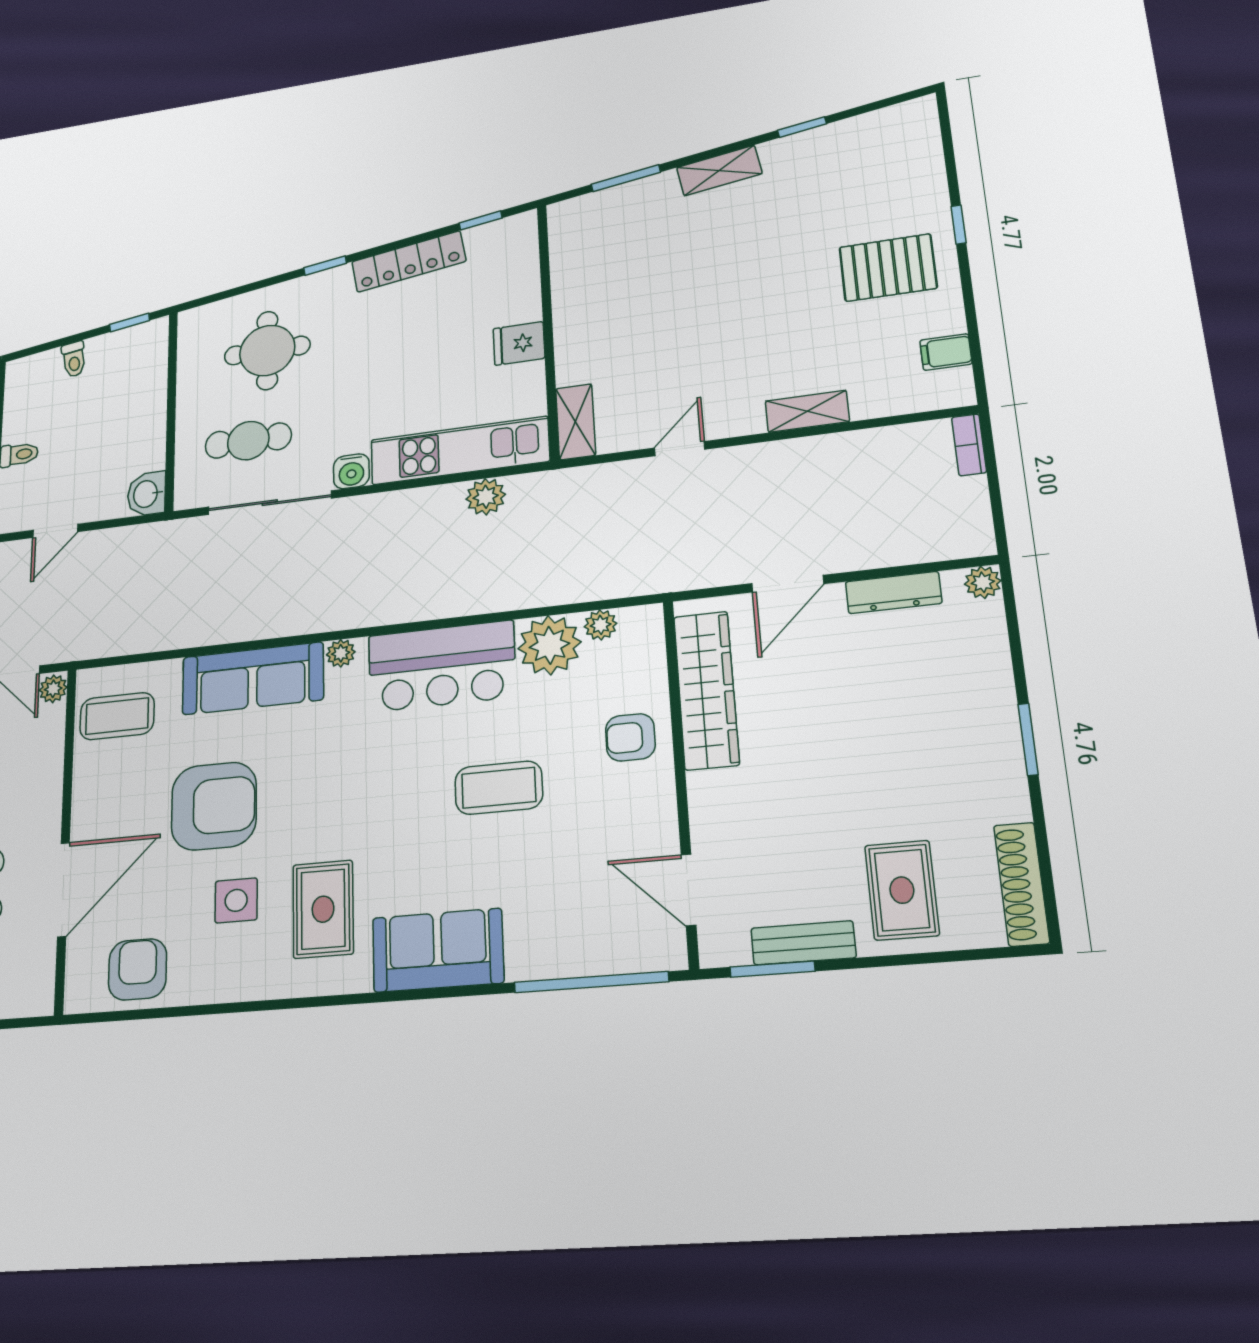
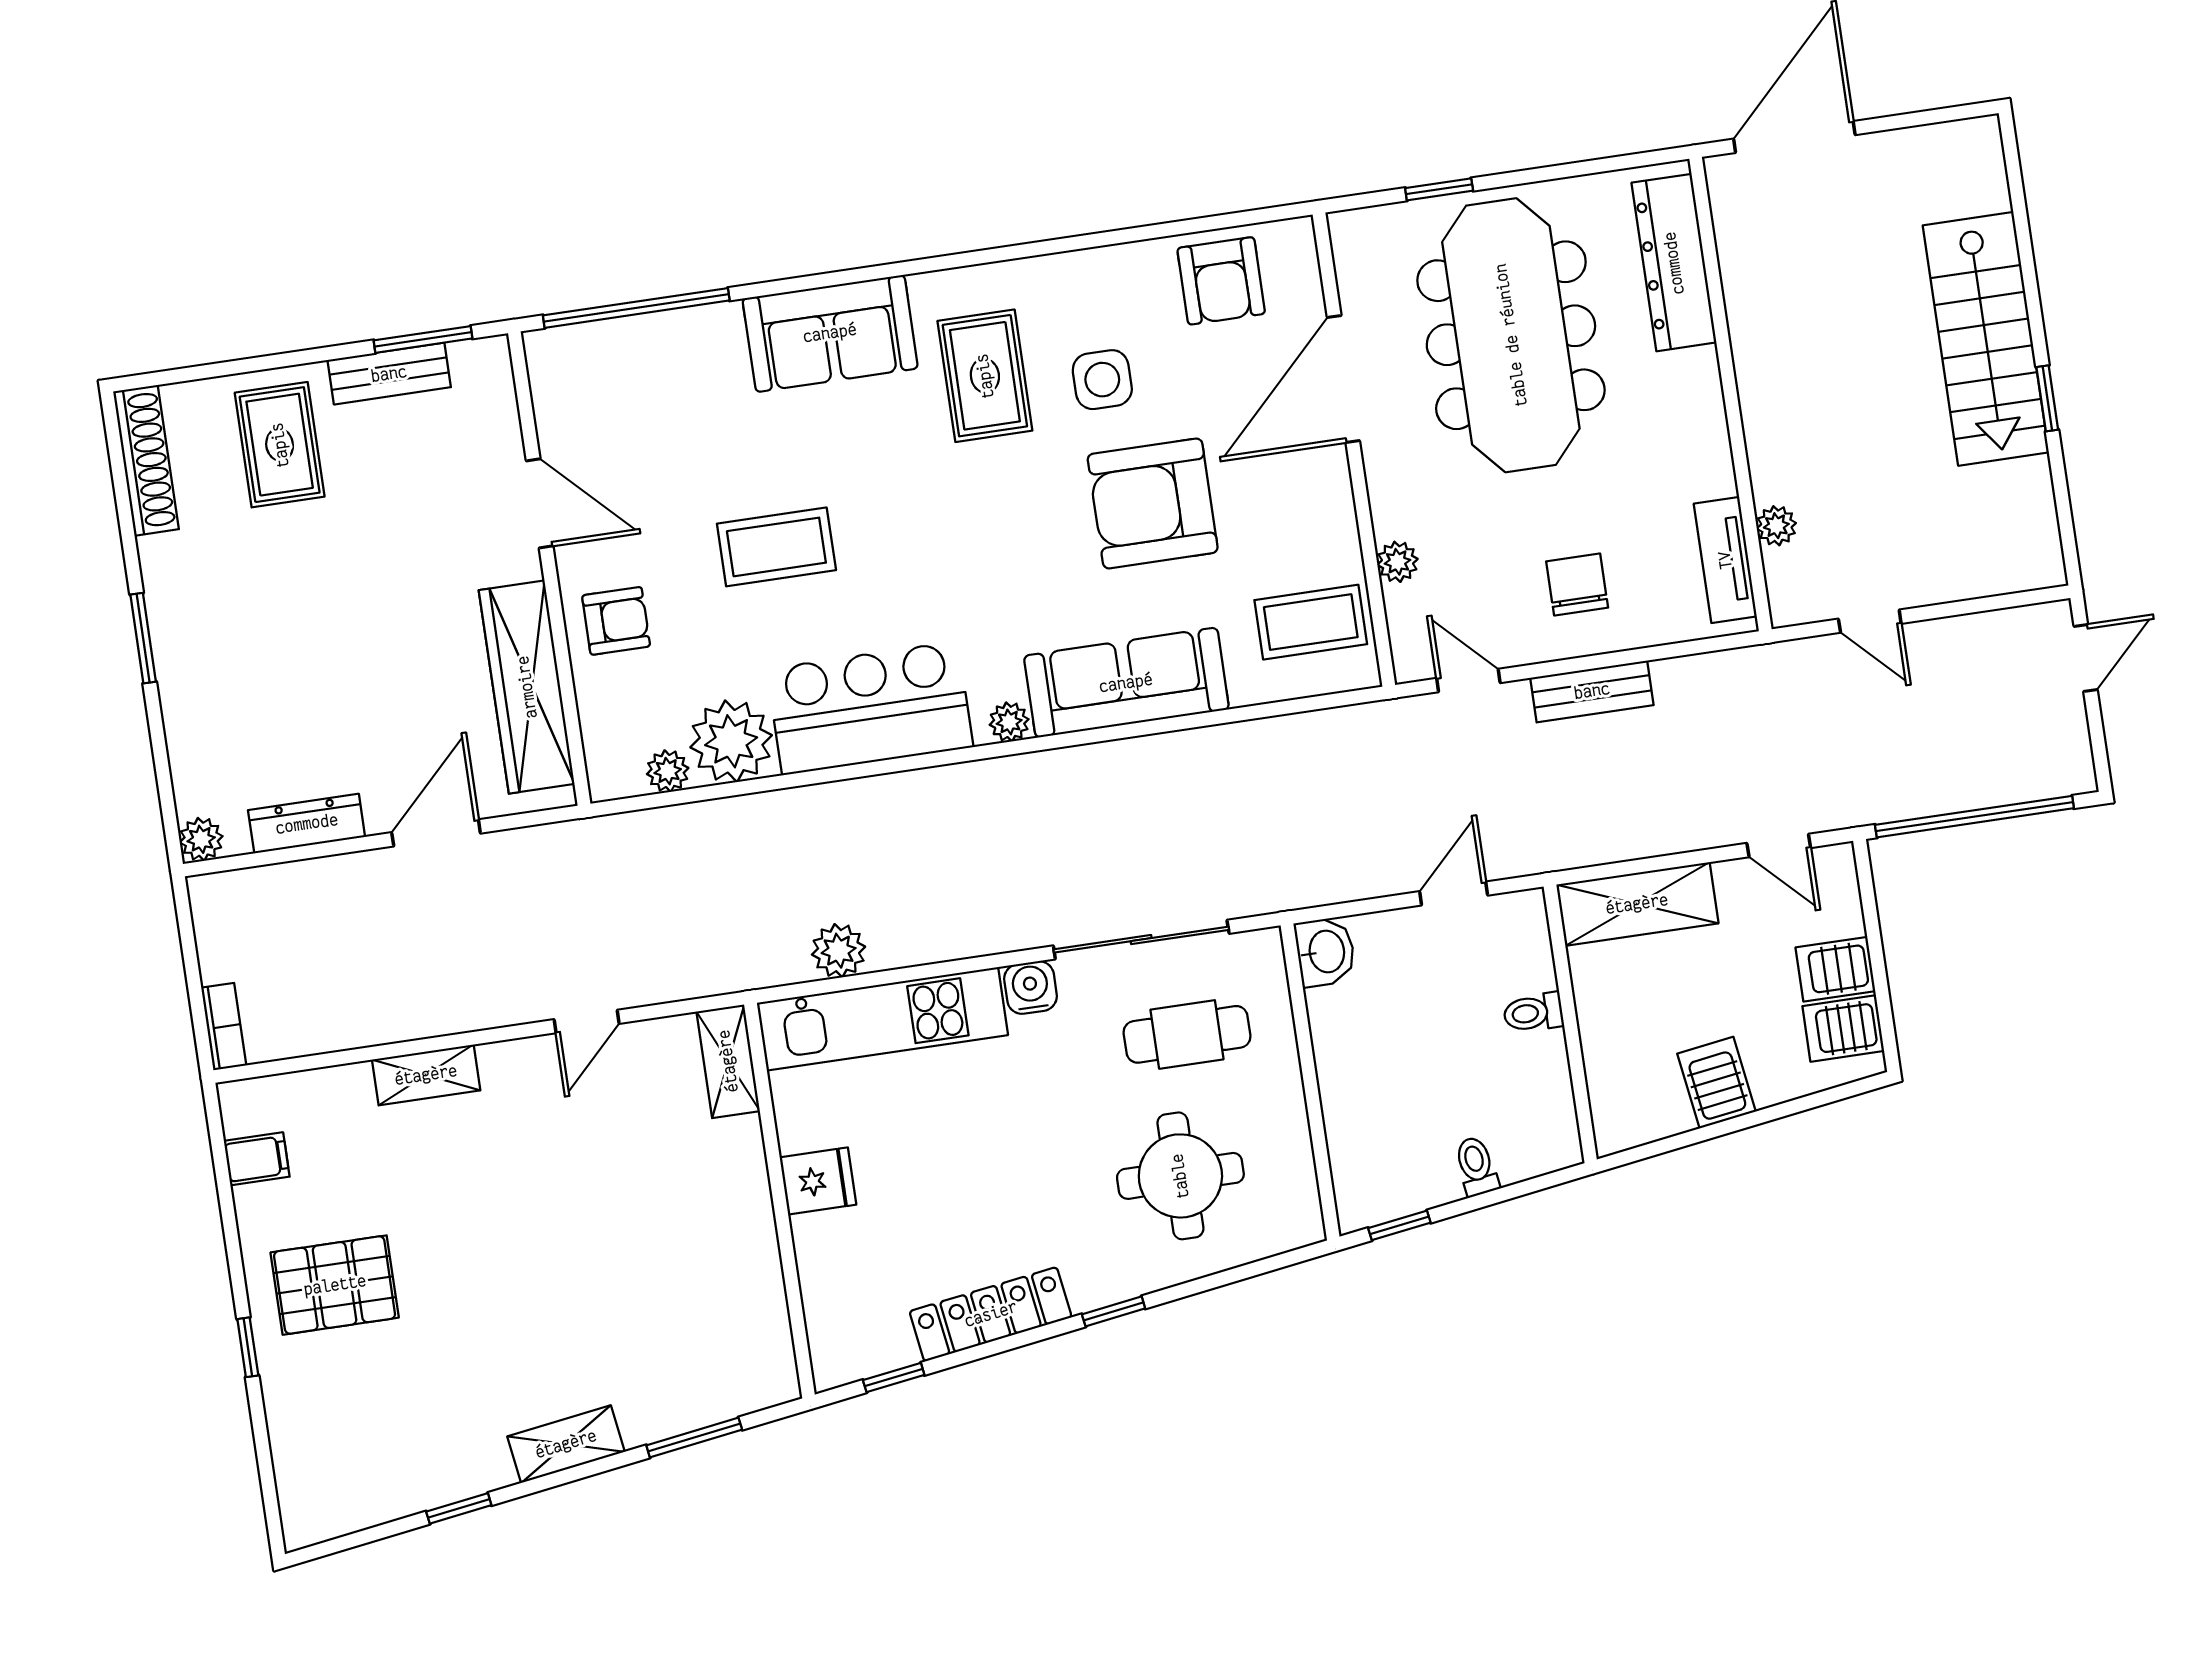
plant: (53, 689) -> (1397, 562), moved
door: (689, 890) -> (540, 503), moved

